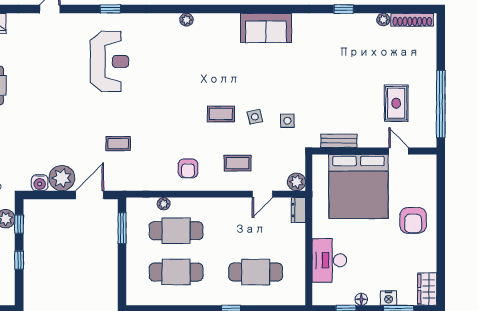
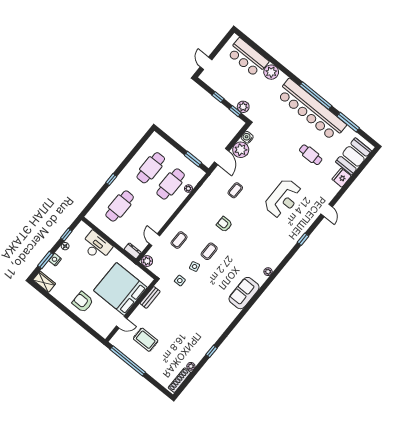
sofa: (266, 28) -> (244, 293), moved
reception desk: (109, 61) -> (283, 199), moved, turned -90
armchair: (188, 168) -> (224, 224), moved

